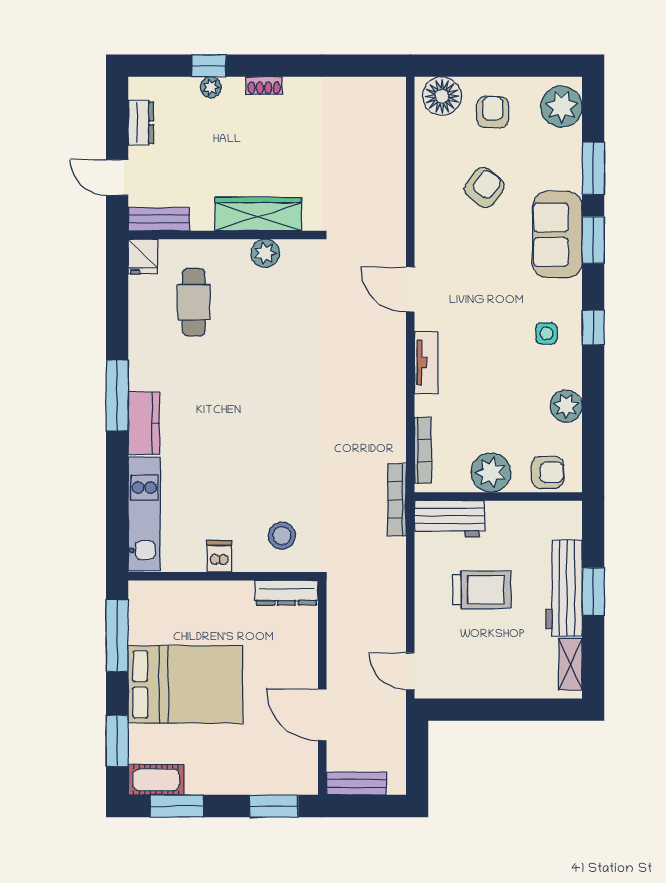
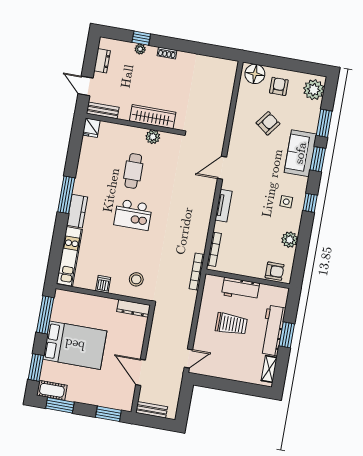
door: (410, 289) -> (222, 168), hinge flipped
cafe table: (194, 302) -> (133, 171), moved
kitchen island: (254, 411) -> (133, 215), added
plant: (491, 473) -> (246, 266), removed
workbench: (449, 519) -> (241, 289), moved
door: (410, 671) -> (188, 358), swing flipped

